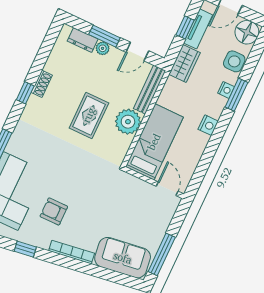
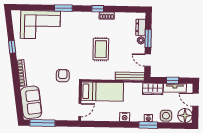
rug: (89, 115) -> (101, 49), turned 90
plant: (128, 122) -> (107, 72), removed
armchair: (54, 211) -> (63, 76), moved

